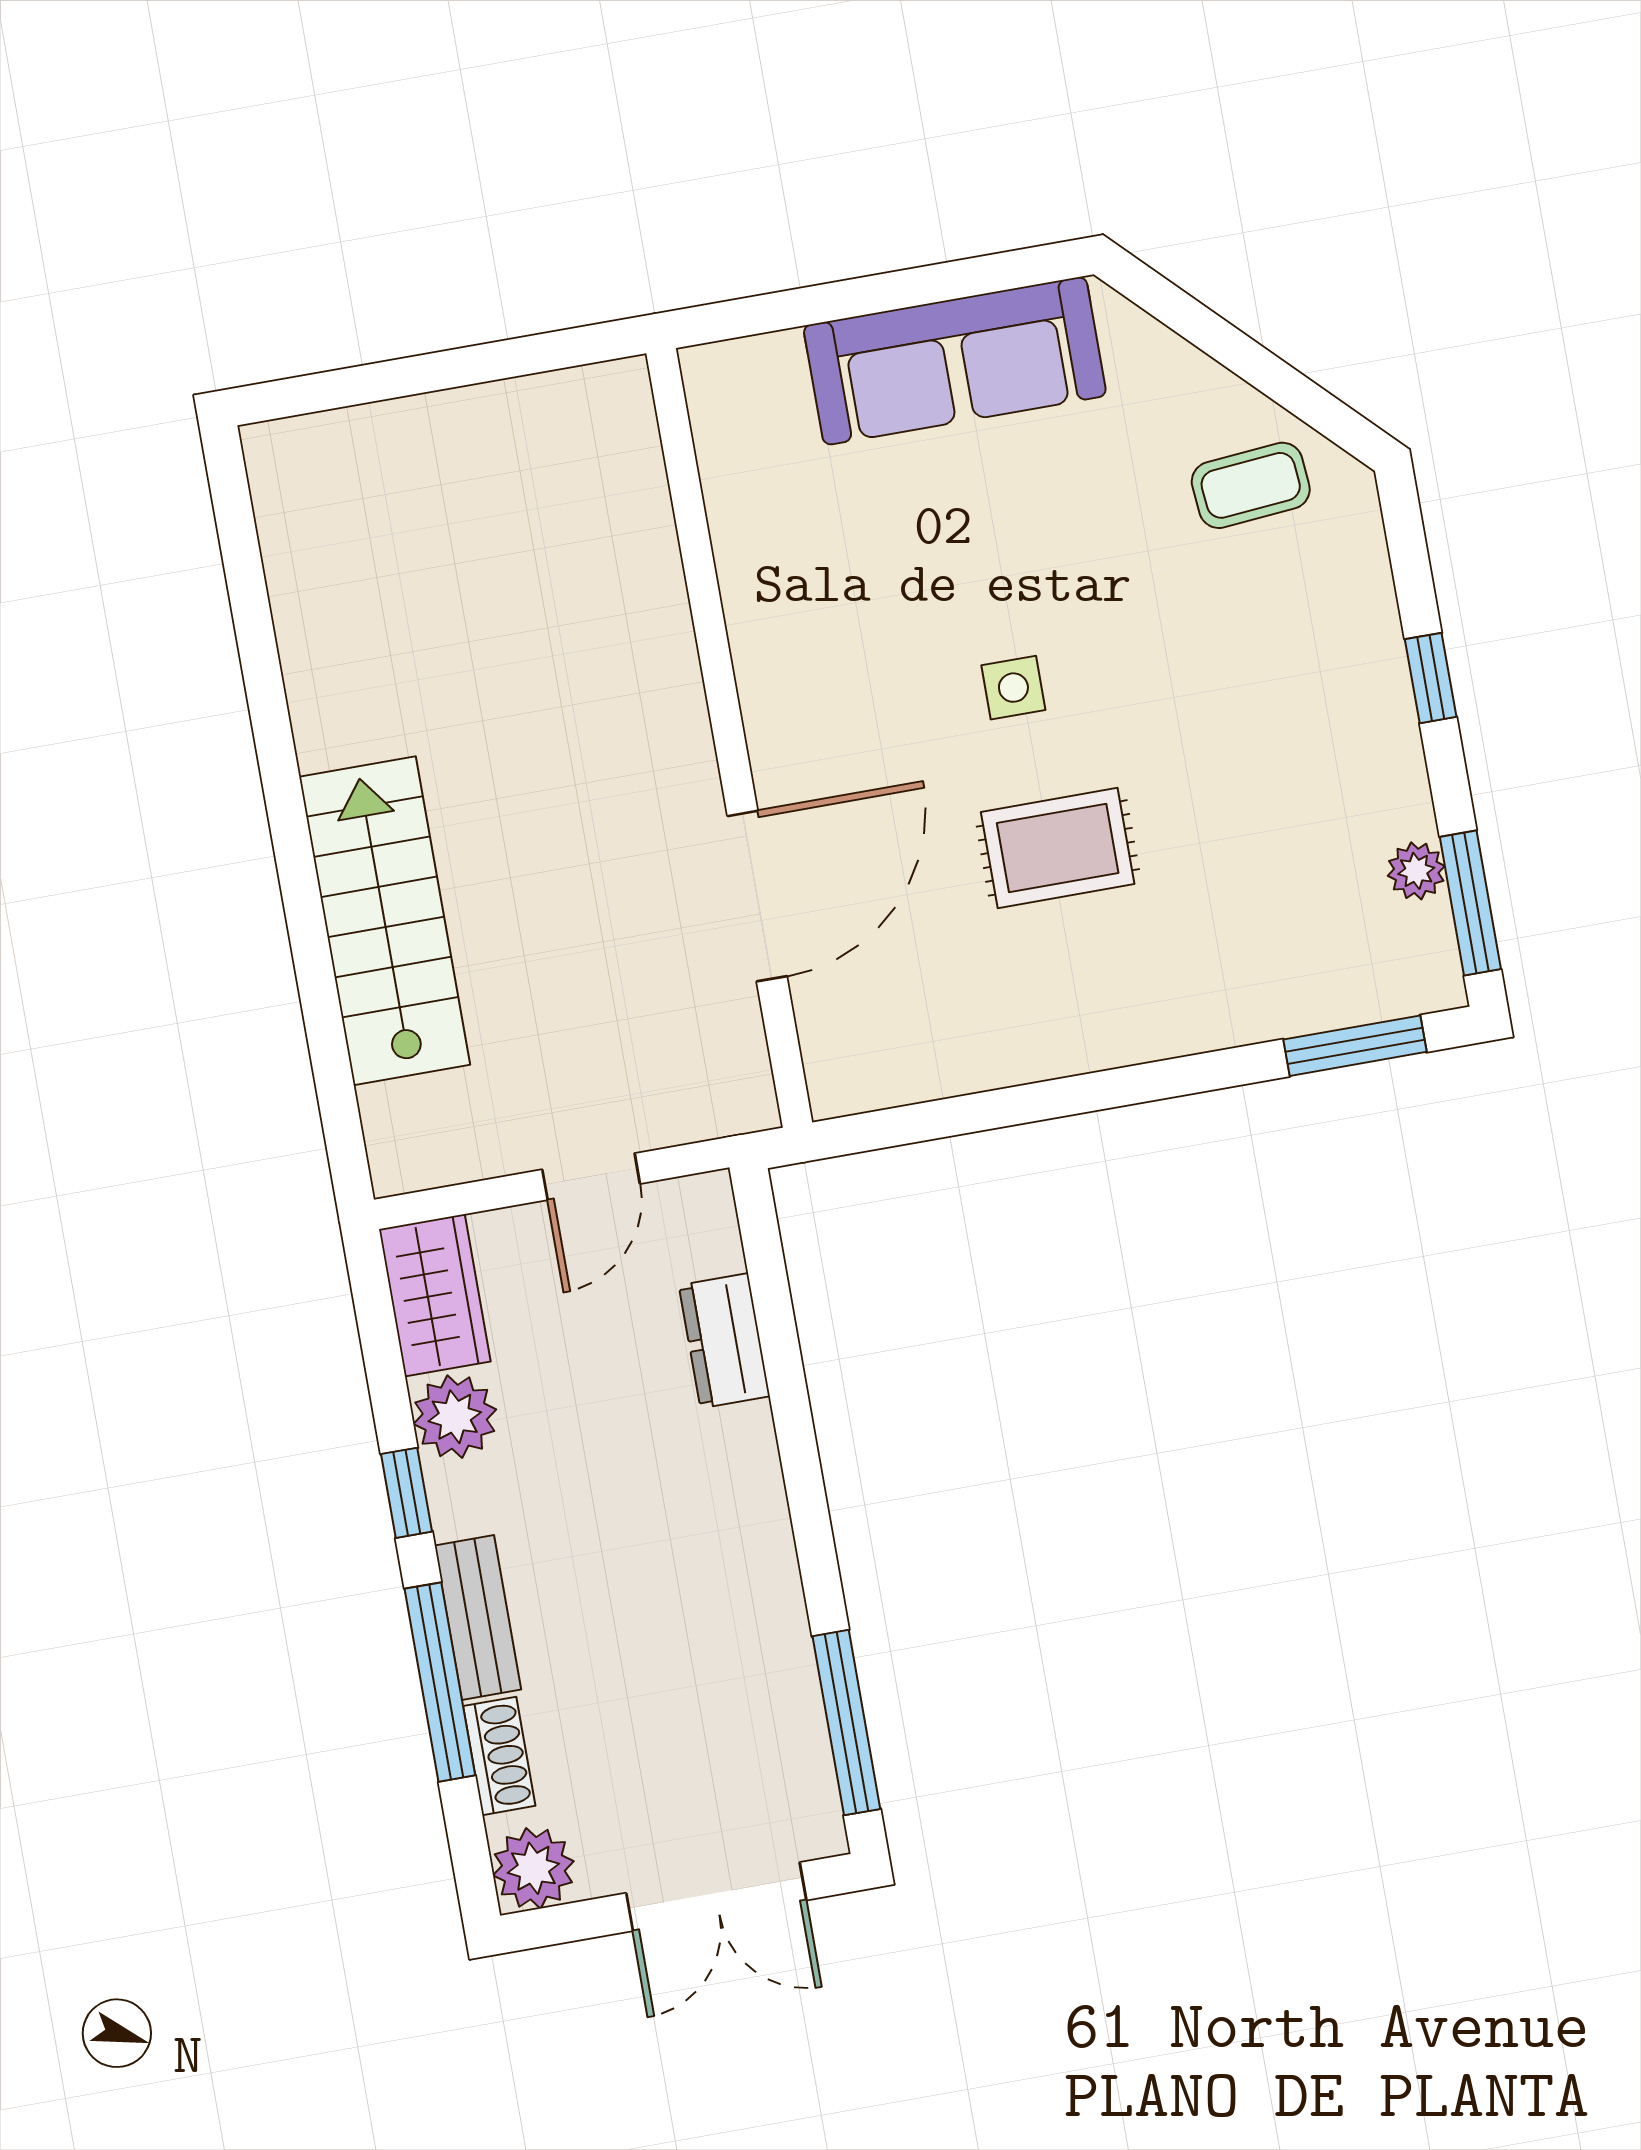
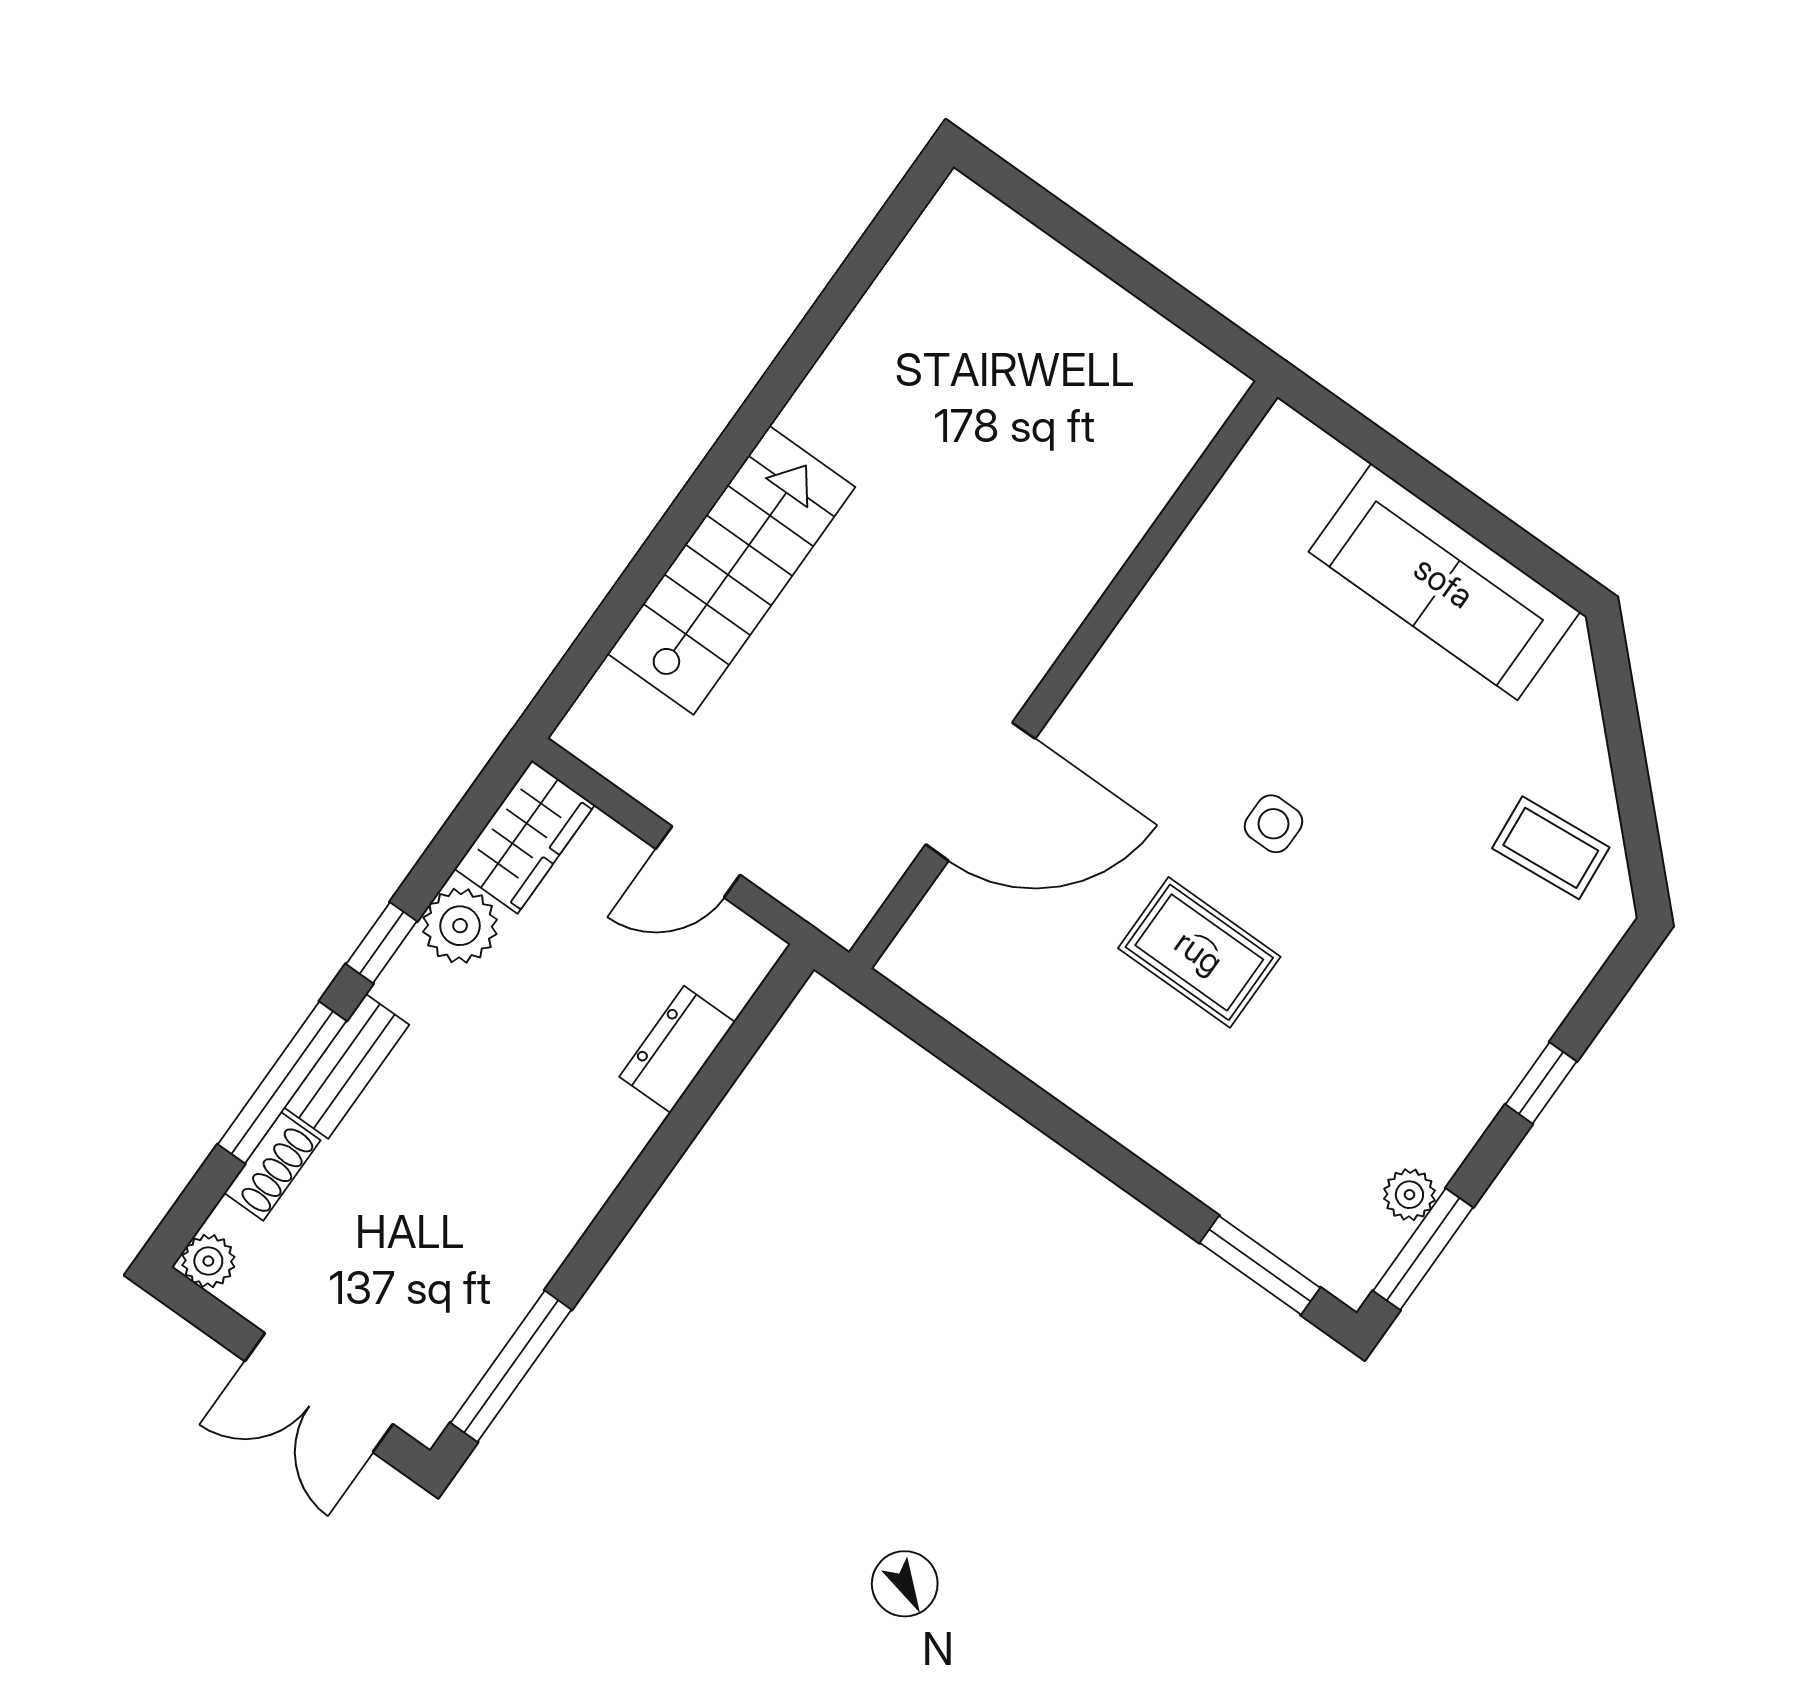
plant: (533, 1868) -> (208, 1261), width x0.73, depth x0.73

